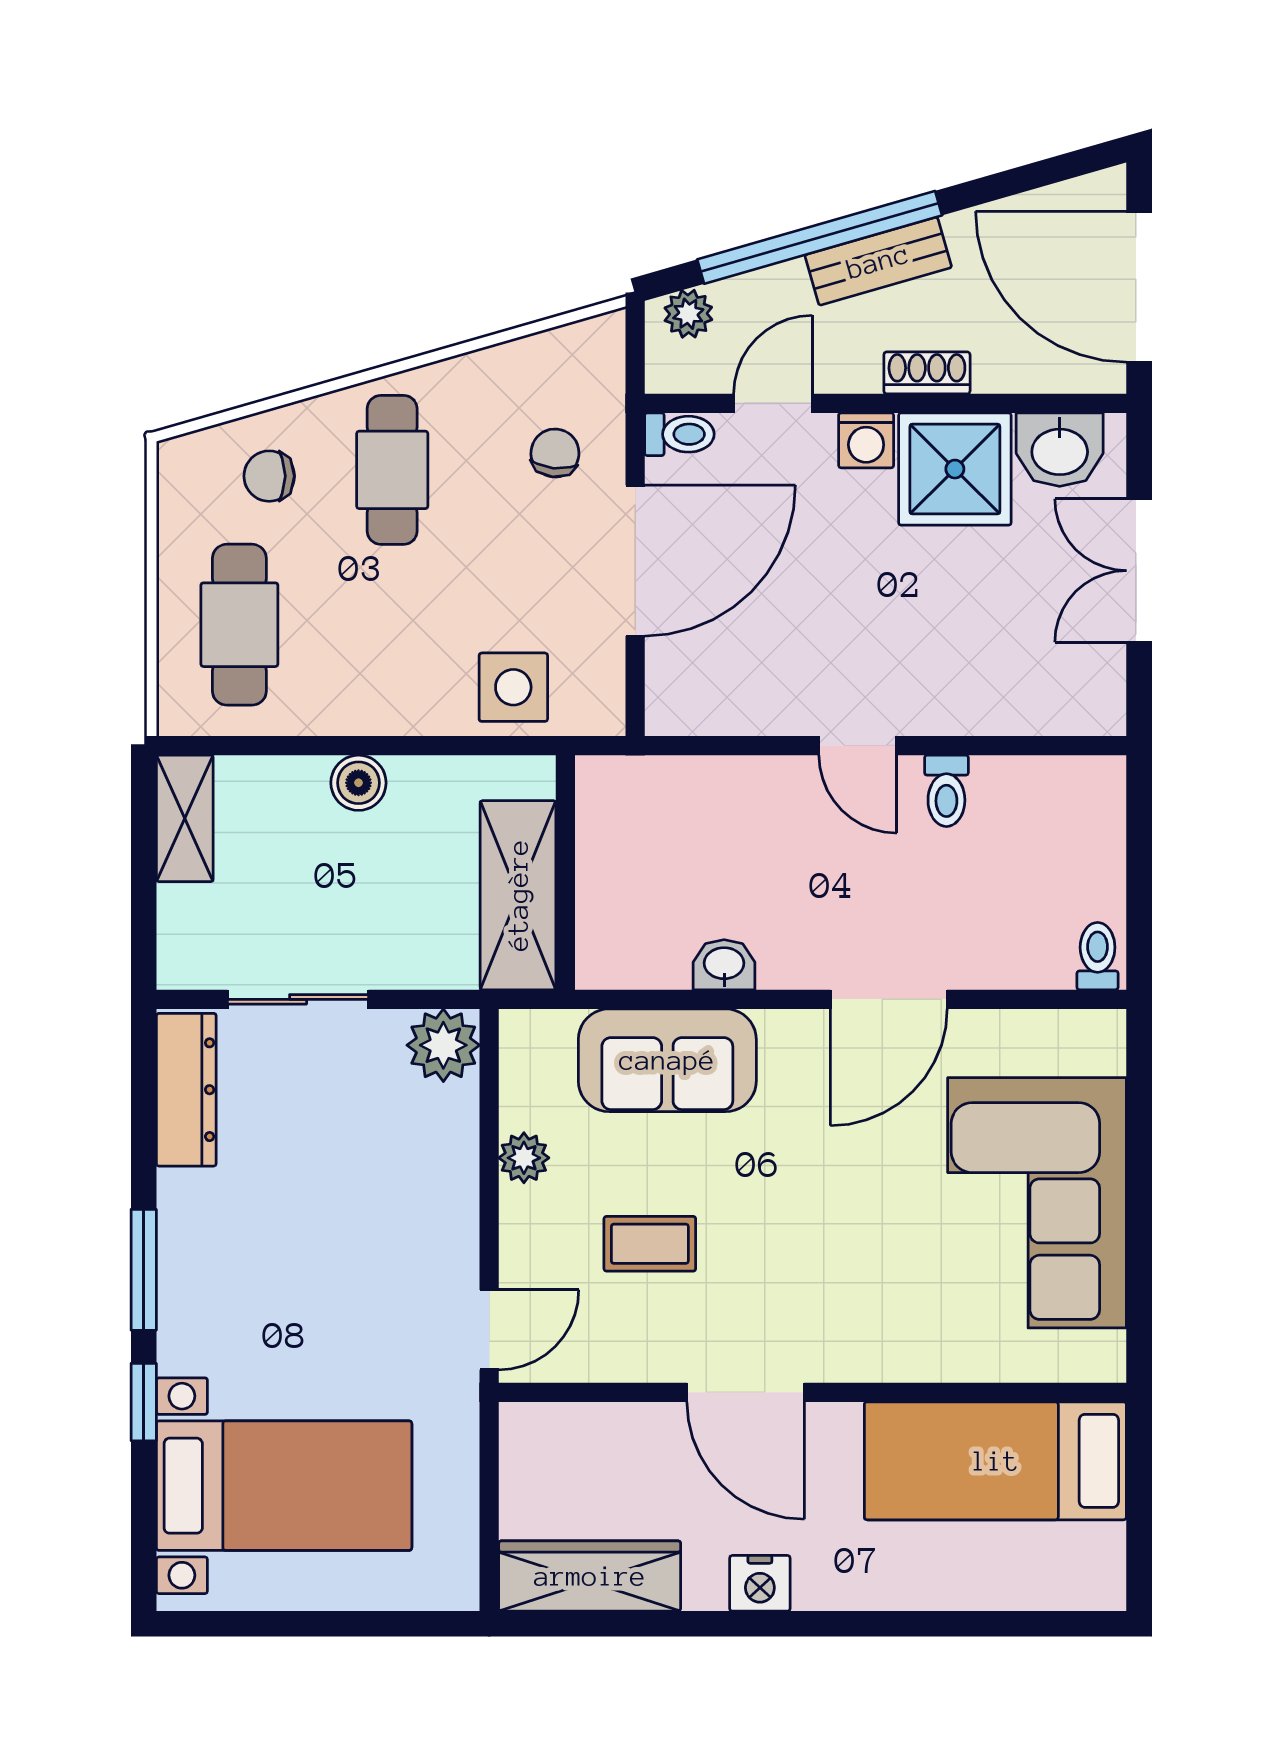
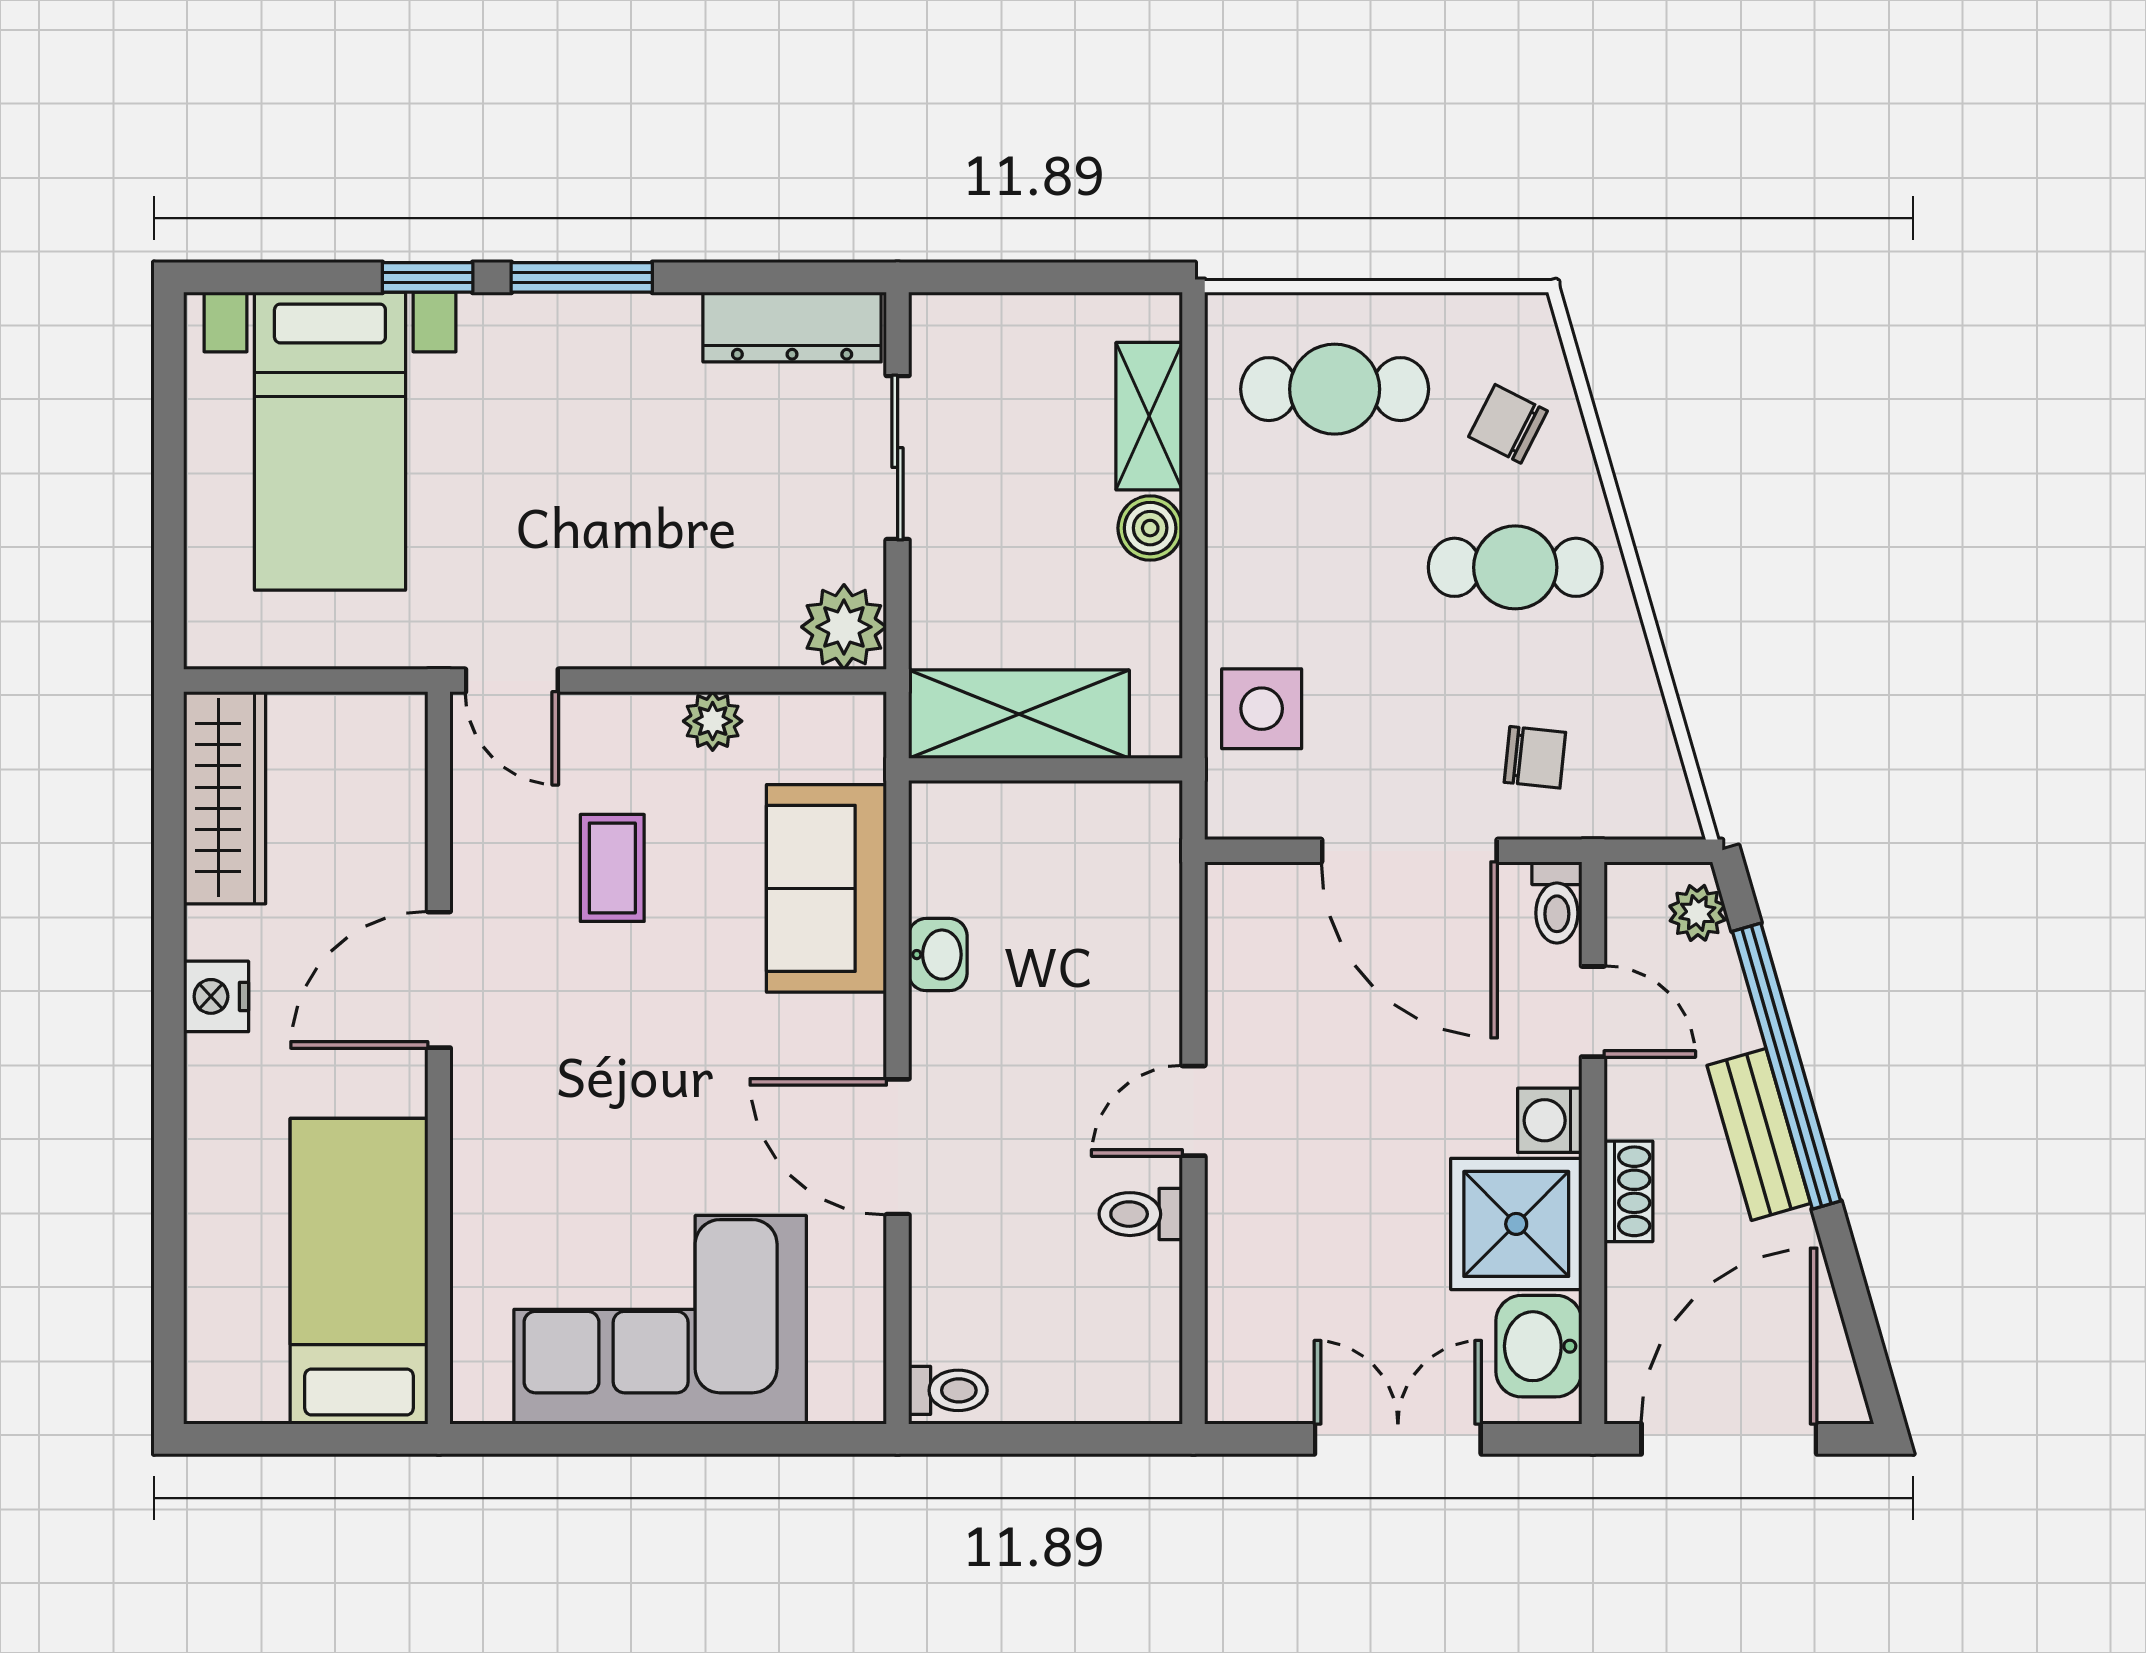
chair: (269, 476) -> (1508, 424), turned -63
shelving: (185, 818) -> (1149, 416), moved, turned 90

